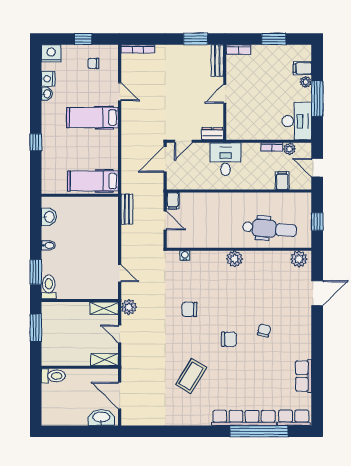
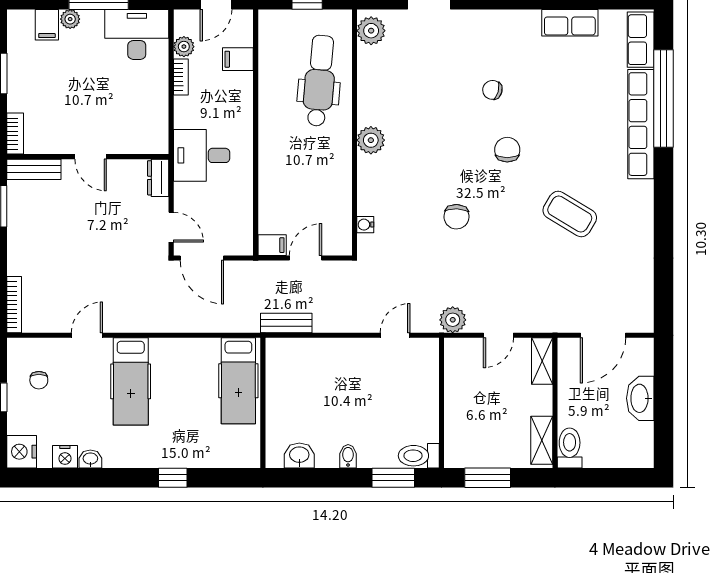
shelving: (104, 308) -> (542, 440), moved
washbasin: (101, 418) -> (640, 398), moved

